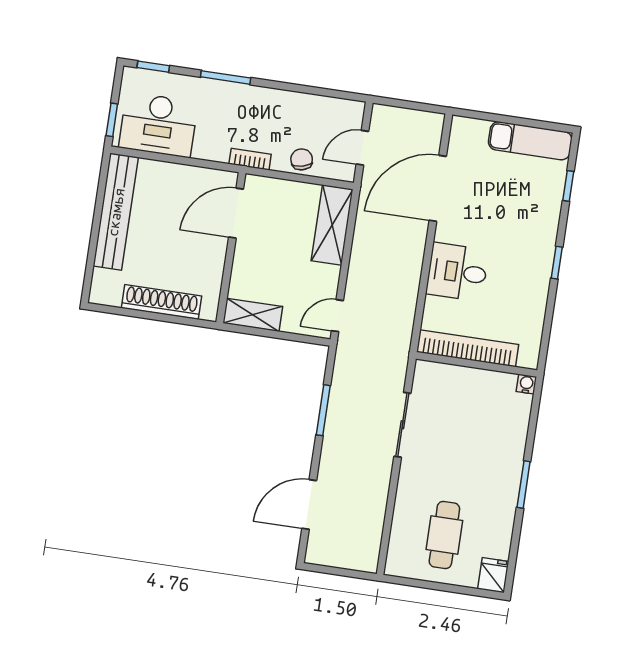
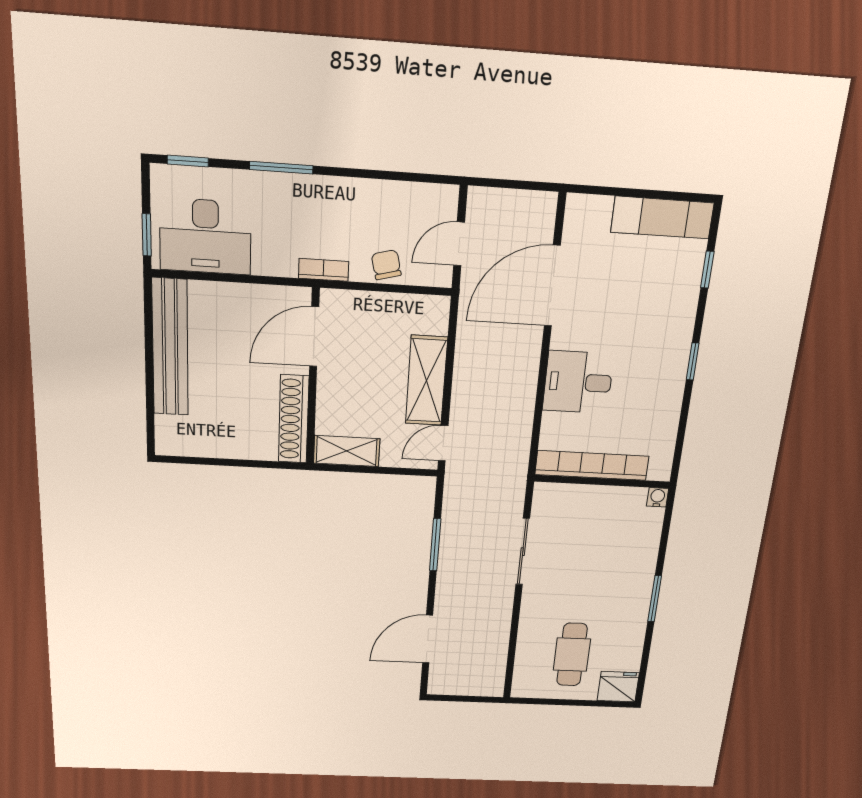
shelving: (332, 225) -> (426, 381), moved
shoe rack: (161, 302) -> (294, 419), moved, turned -90
fridge: (493, 575) -> (618, 687), width x1.38

